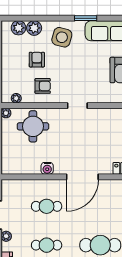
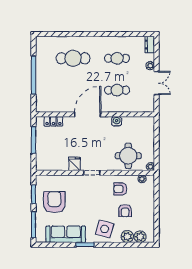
fridge: (99, 116) -> (74, 164), added

